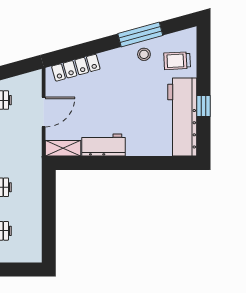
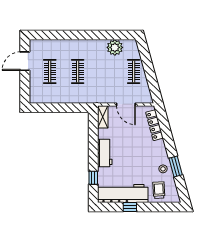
window: (140, 35) -> (176, 166), width x0.69
workbench: (104, 145) -> (105, 153), moved
window: (158, 163) -> (93, 178), added

